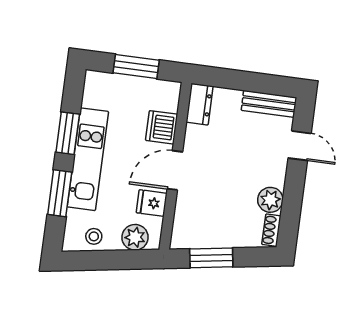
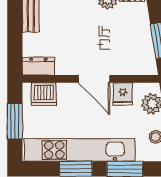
dishwasher: (162, 127) -> (44, 94), moved
kitchen unit: (88, 159) -> (80, 150), width x1.36

